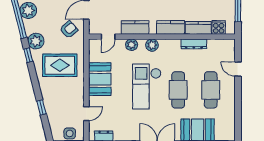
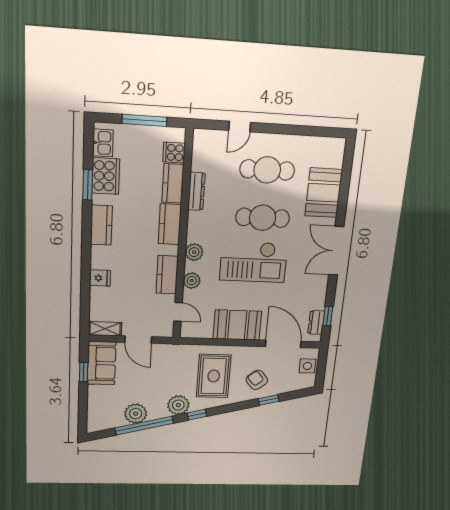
armchair: (69, 30) -> (257, 380), moved
door: (86, 114) -> (283, 344), width x1.87

